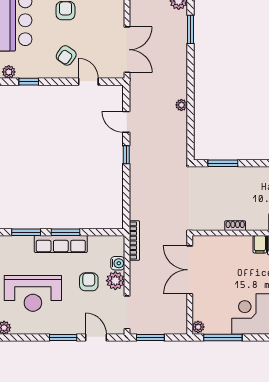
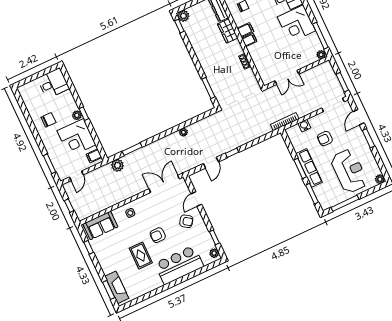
double door: (190, 270) -> (287, 77), width x0.73
plant: (115, 281) -> (316, 122), removed

